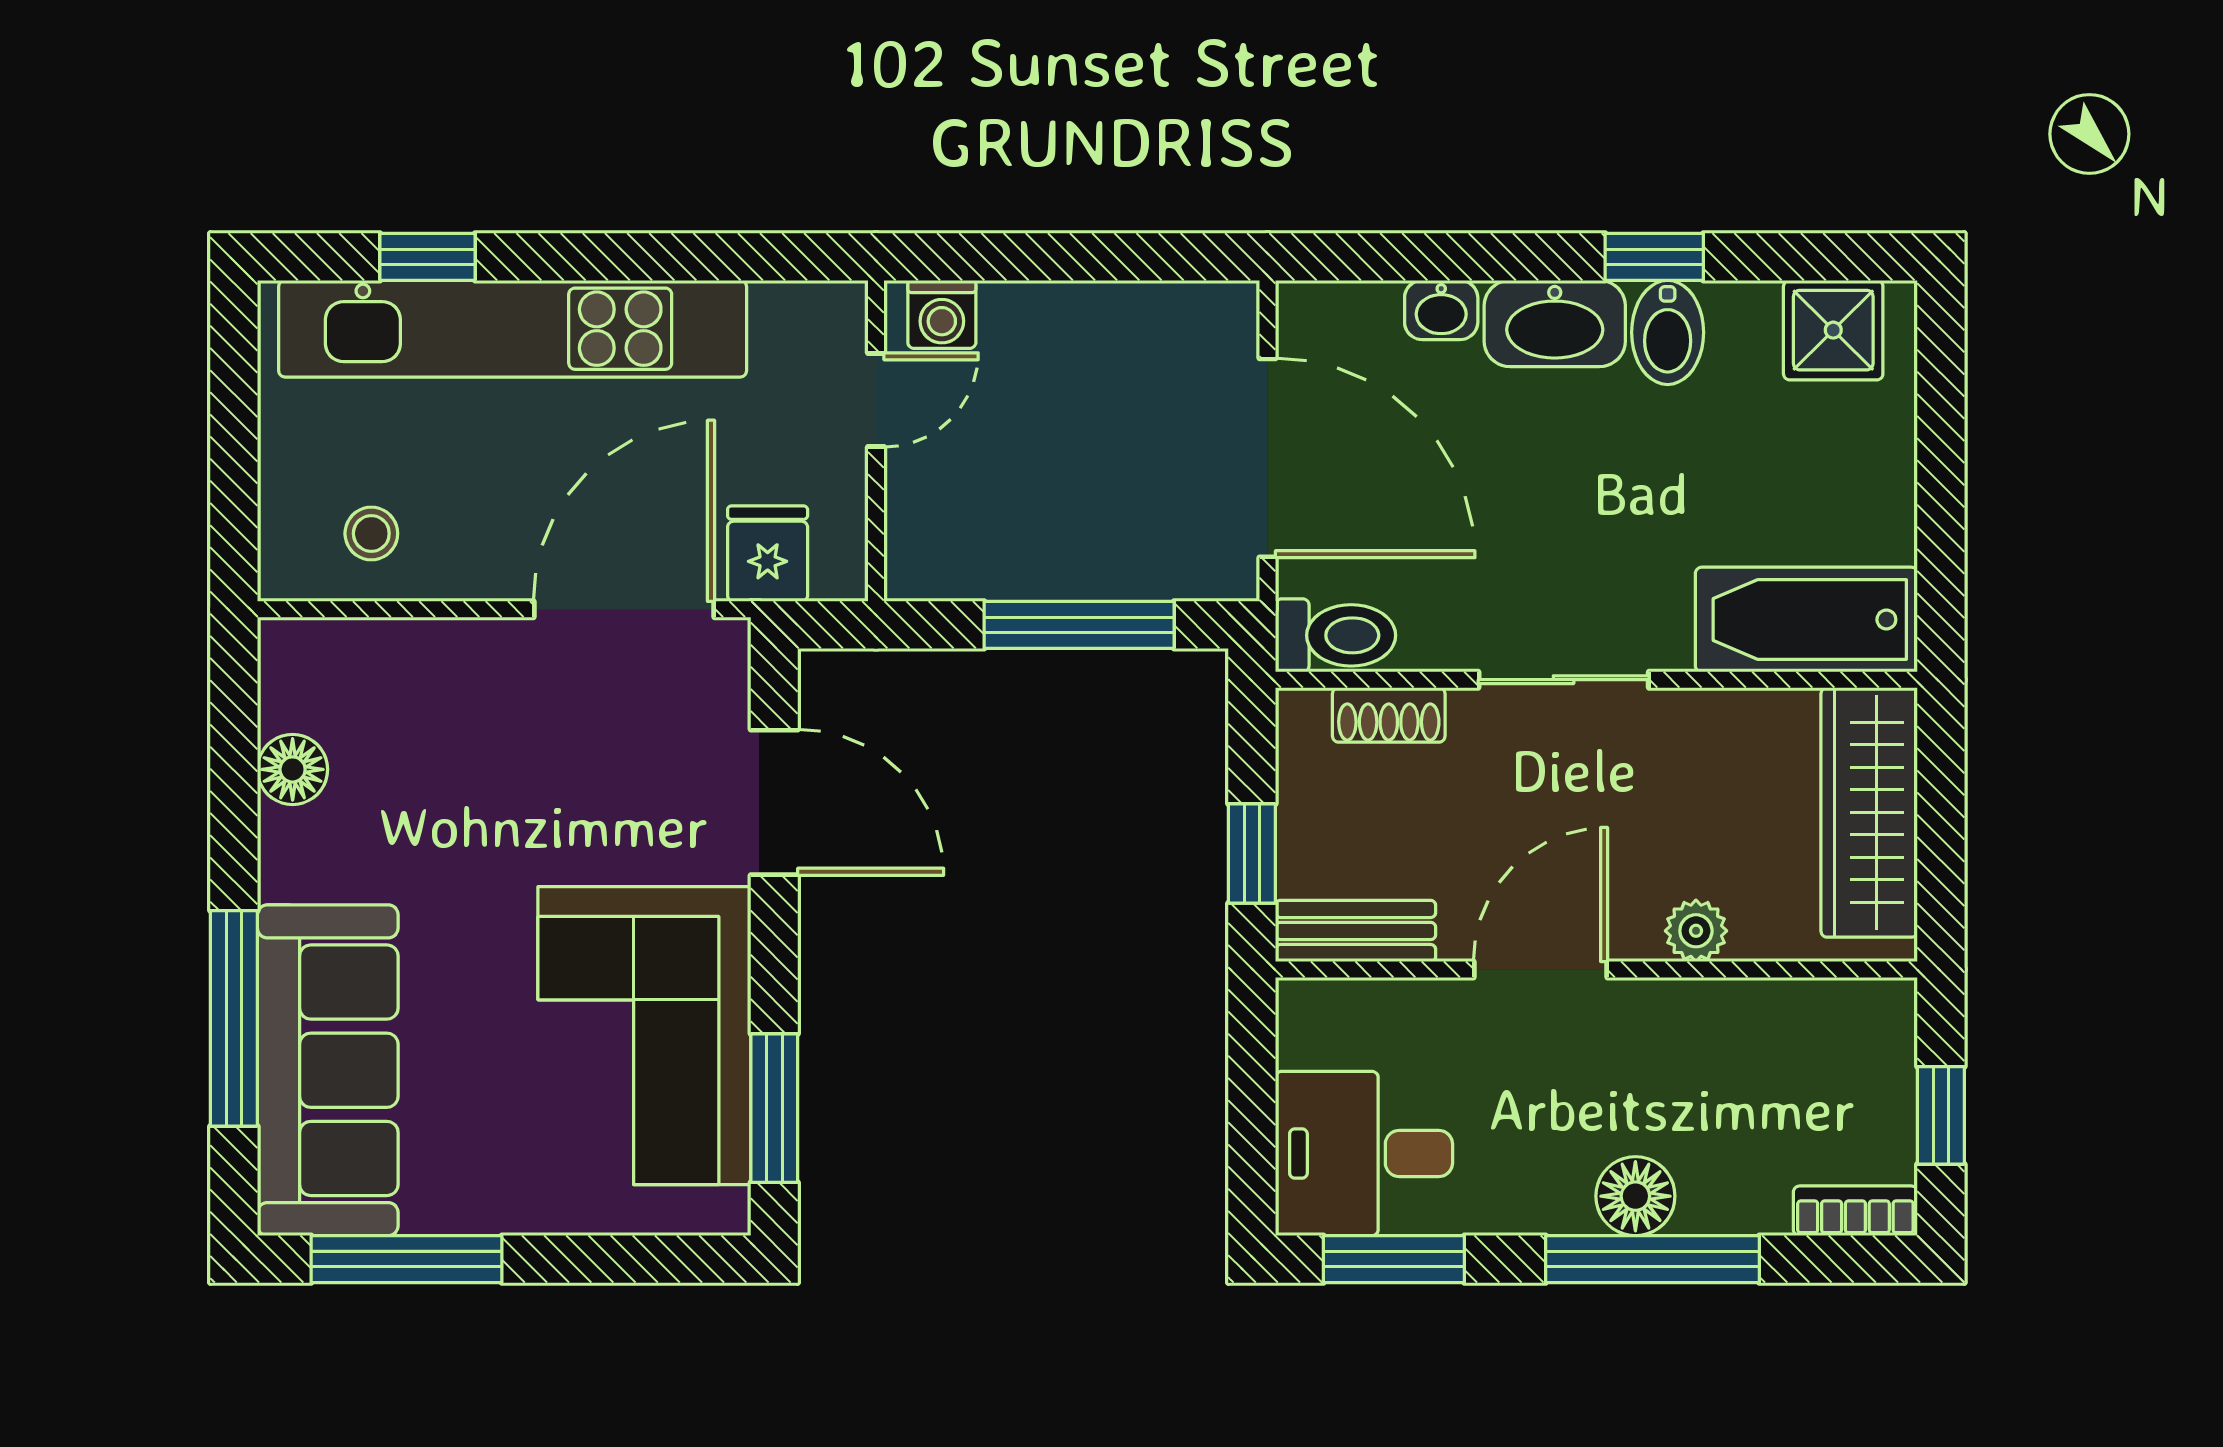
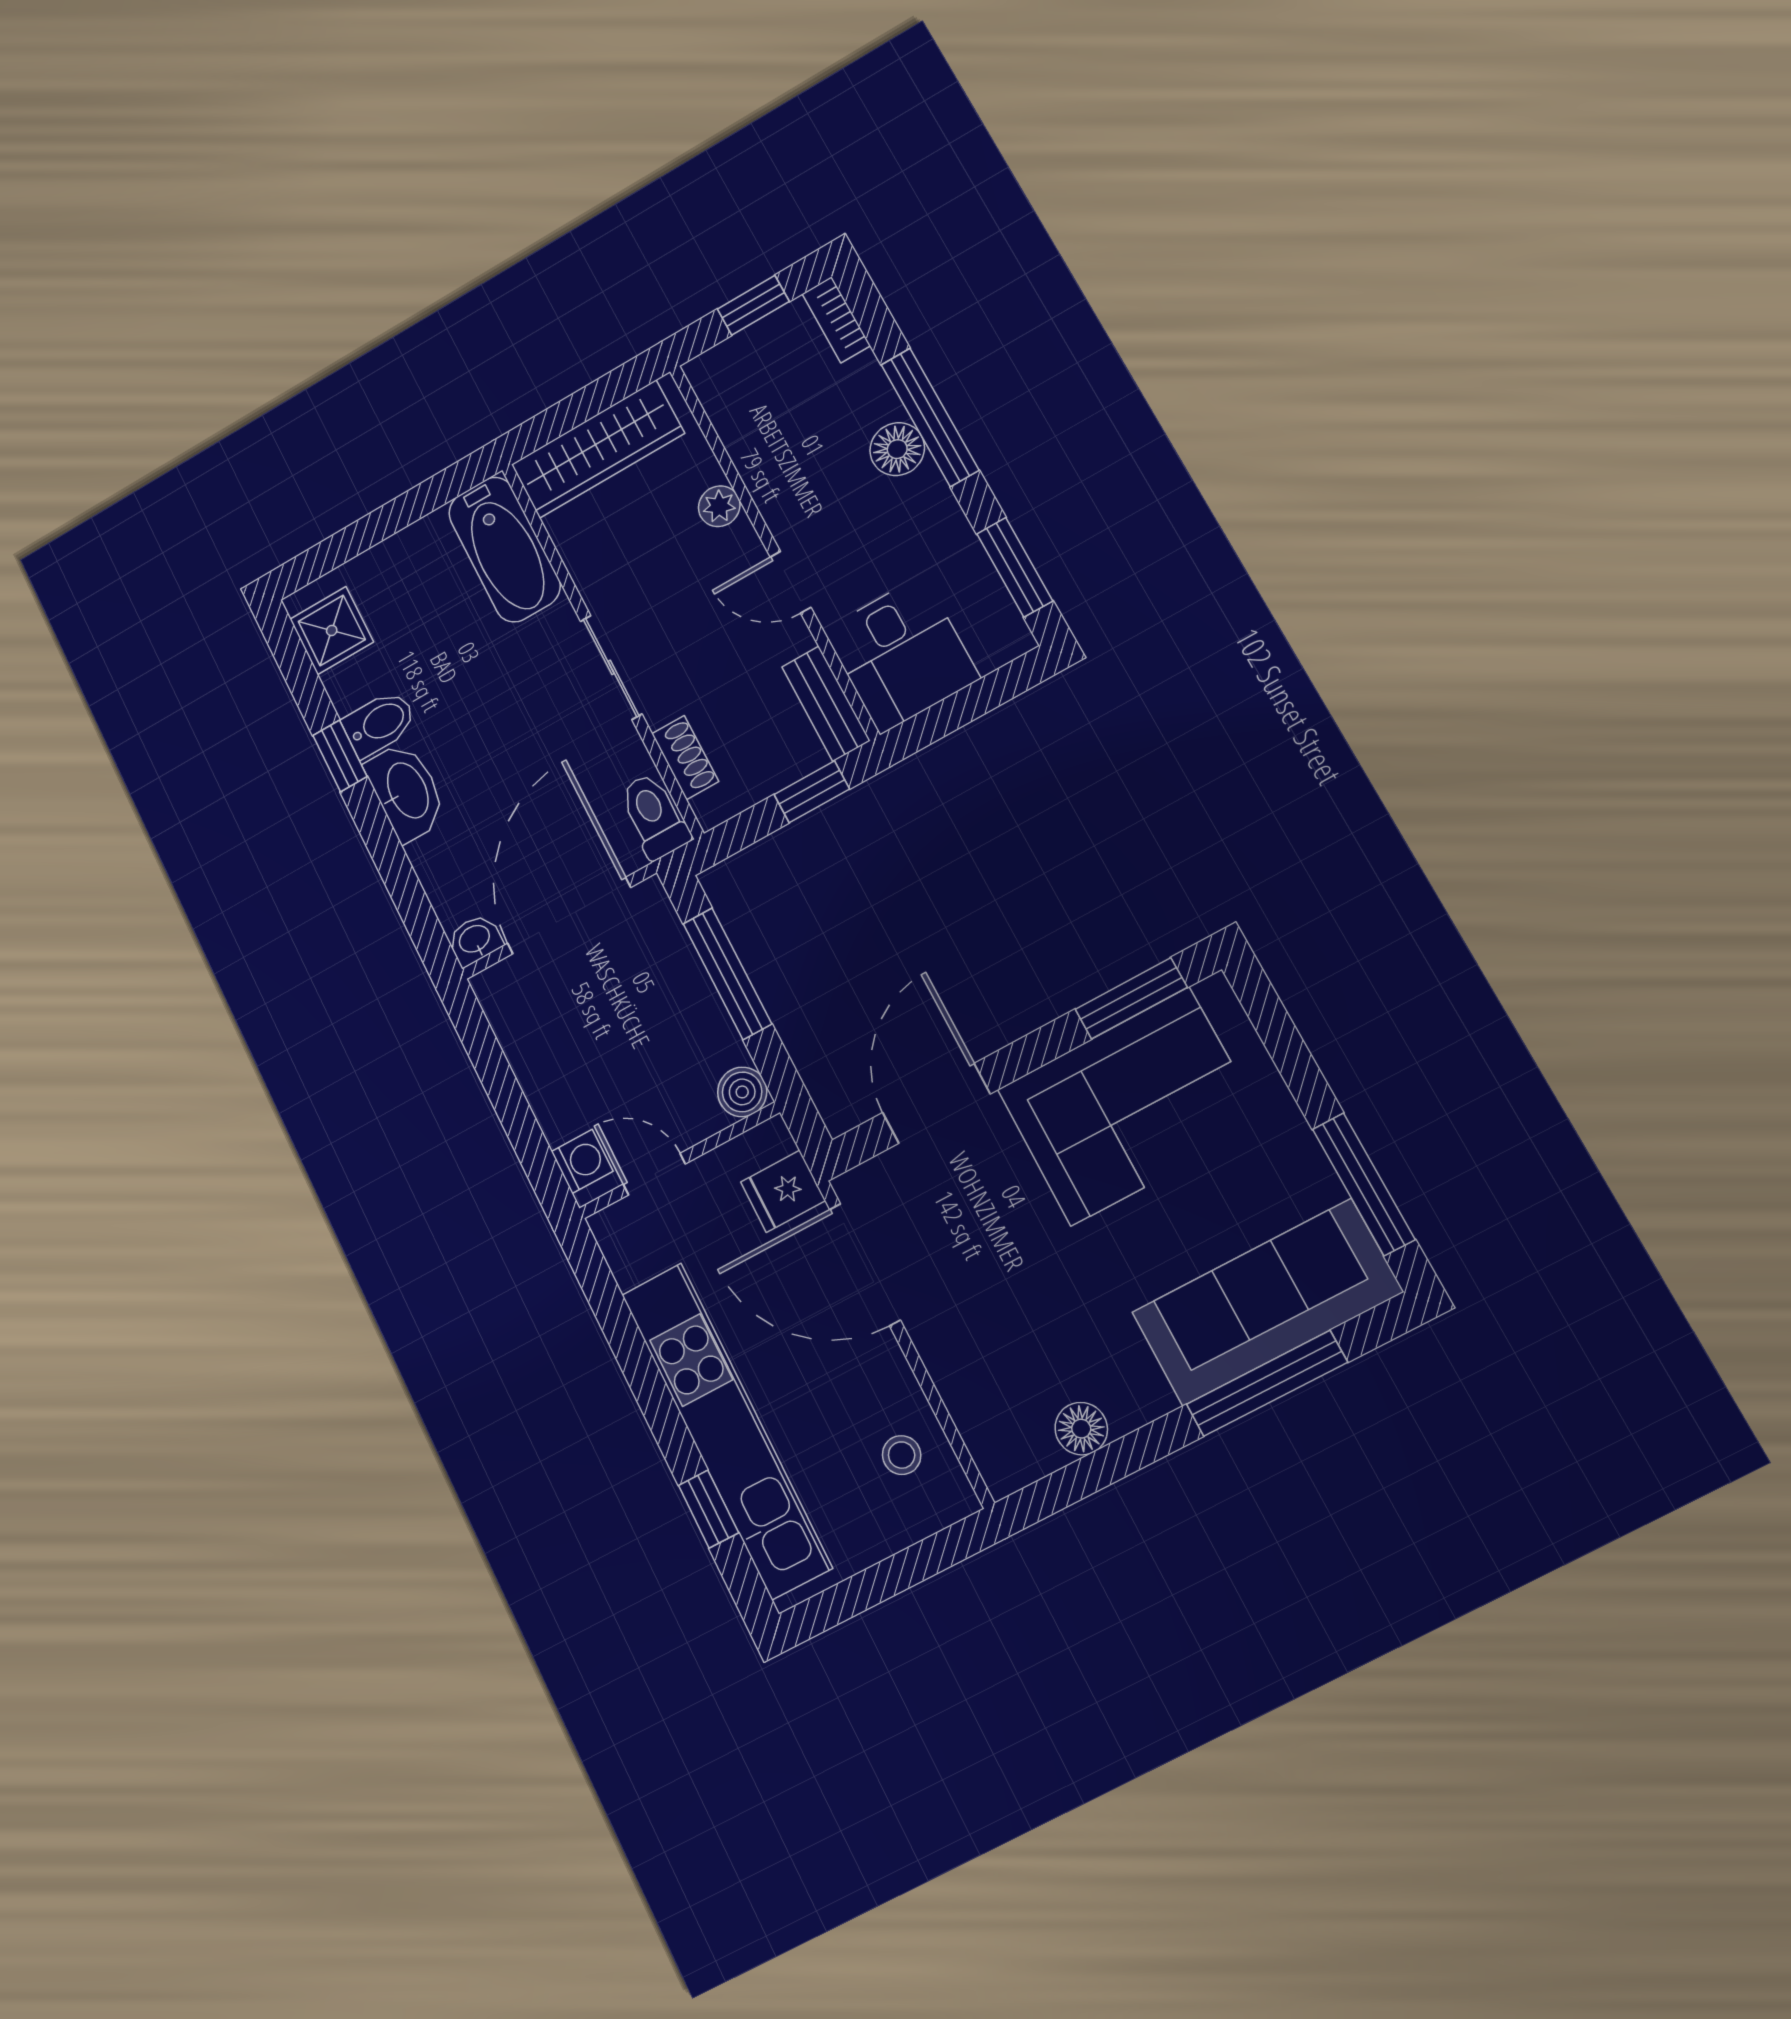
washbasin: (1441, 310) -> (475, 940), moved, turned -90
boiler: (919, 566) -> (742, 1092), added
door: (1540, 969) -> (791, 582), width x0.73
desk: (1364, 1153) -> (902, 654), moved

